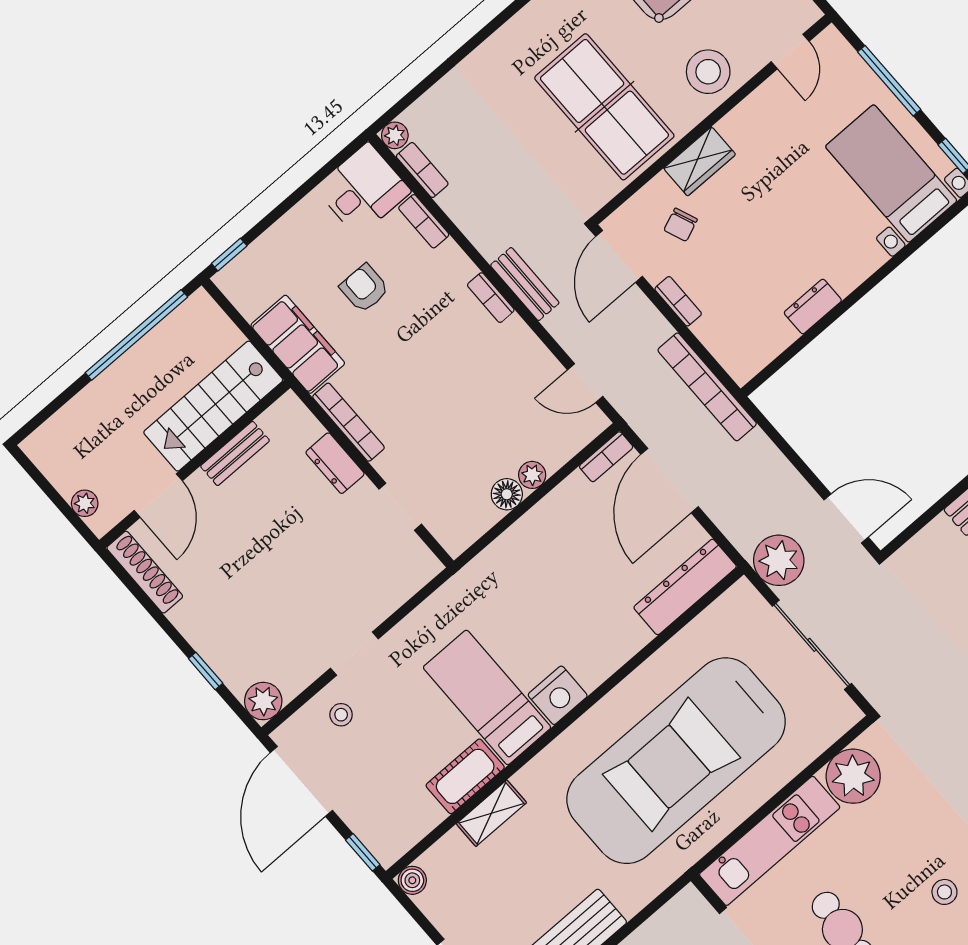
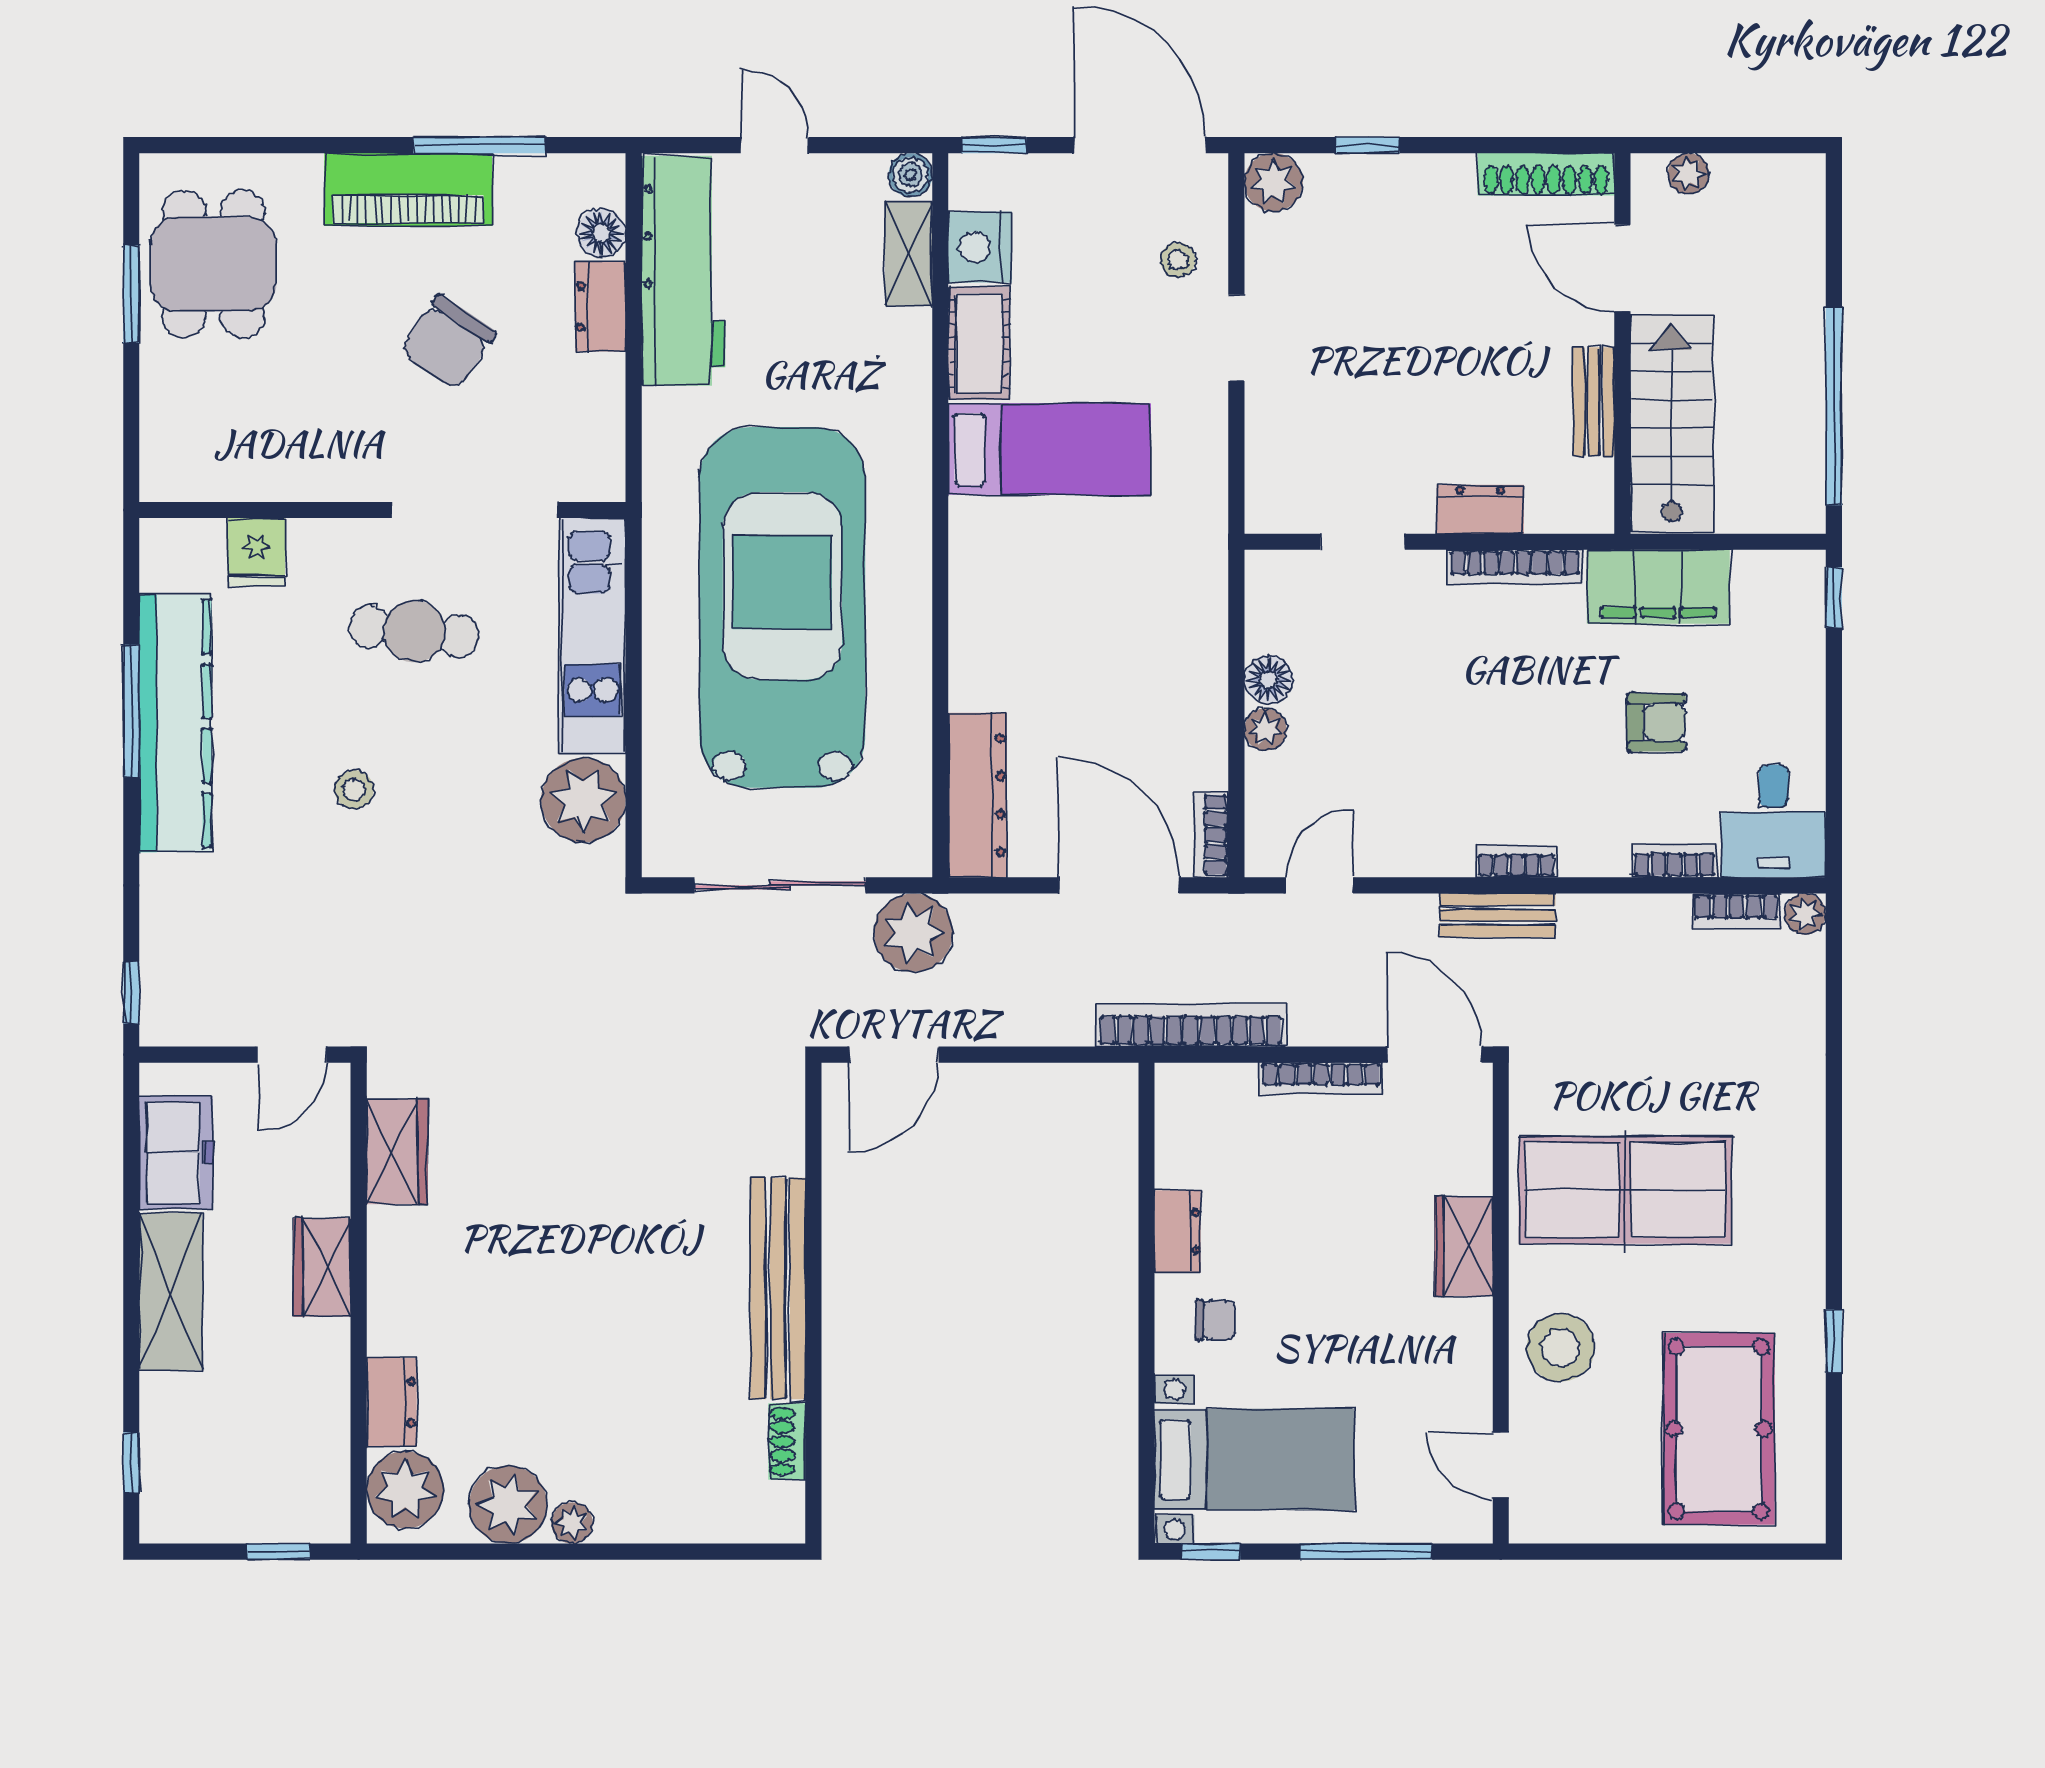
chair: (681, 225) -> (1215, 1320), moved, turned 112
bookcase: (678, 301) -> (1321, 1078), width x1.56
nightstand: (558, 695) -> (980, 247), moved
shelving: (491, 813) -> (909, 254), moved

